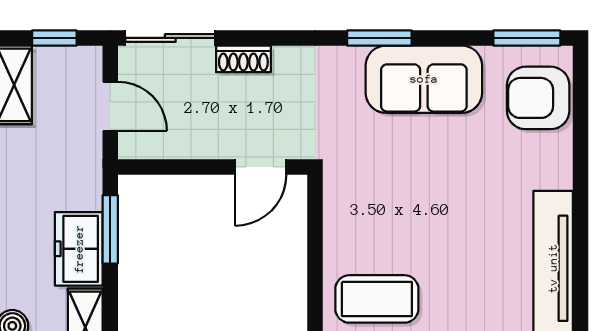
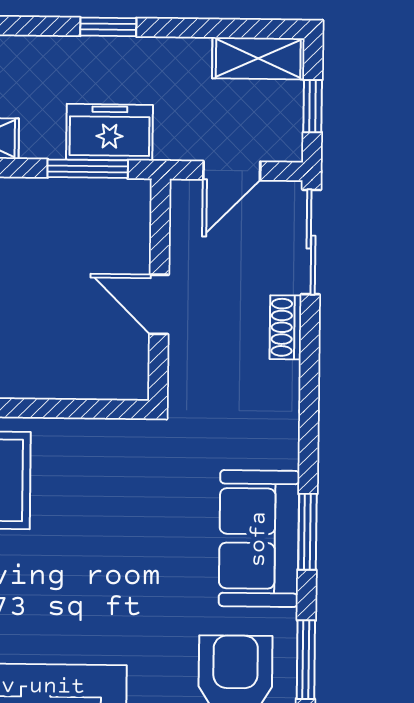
window: (379, 38) -> (307, 532), moved
door: (261, 167) -> (159, 304), moved
freezer: (79, 249) -> (110, 132), moved

